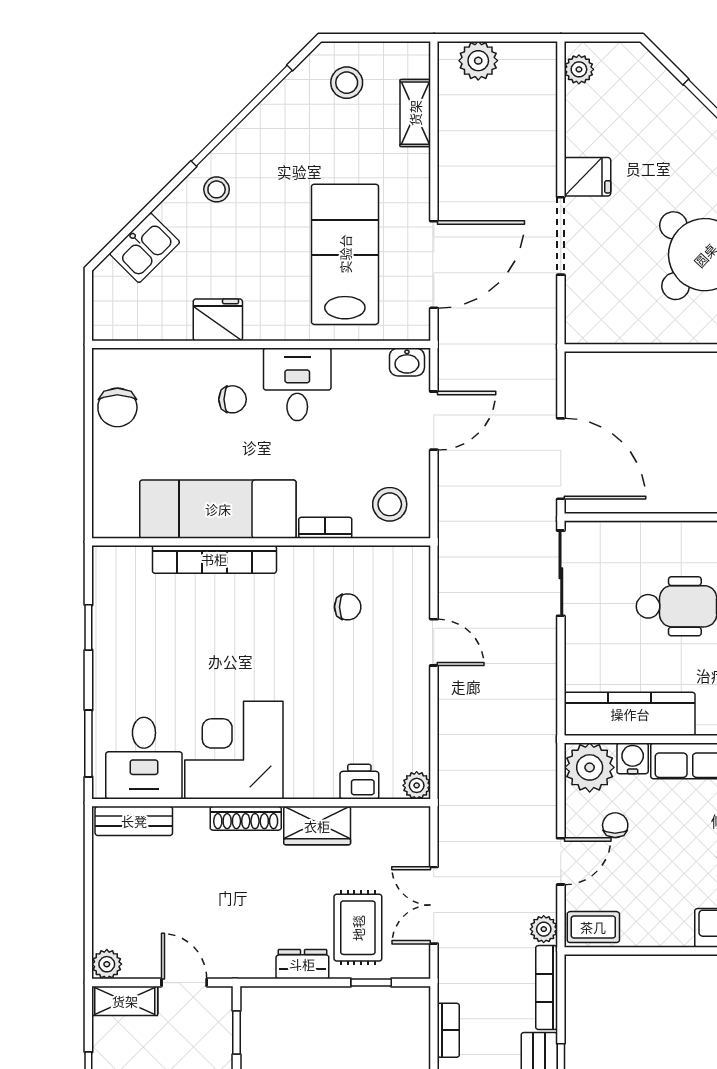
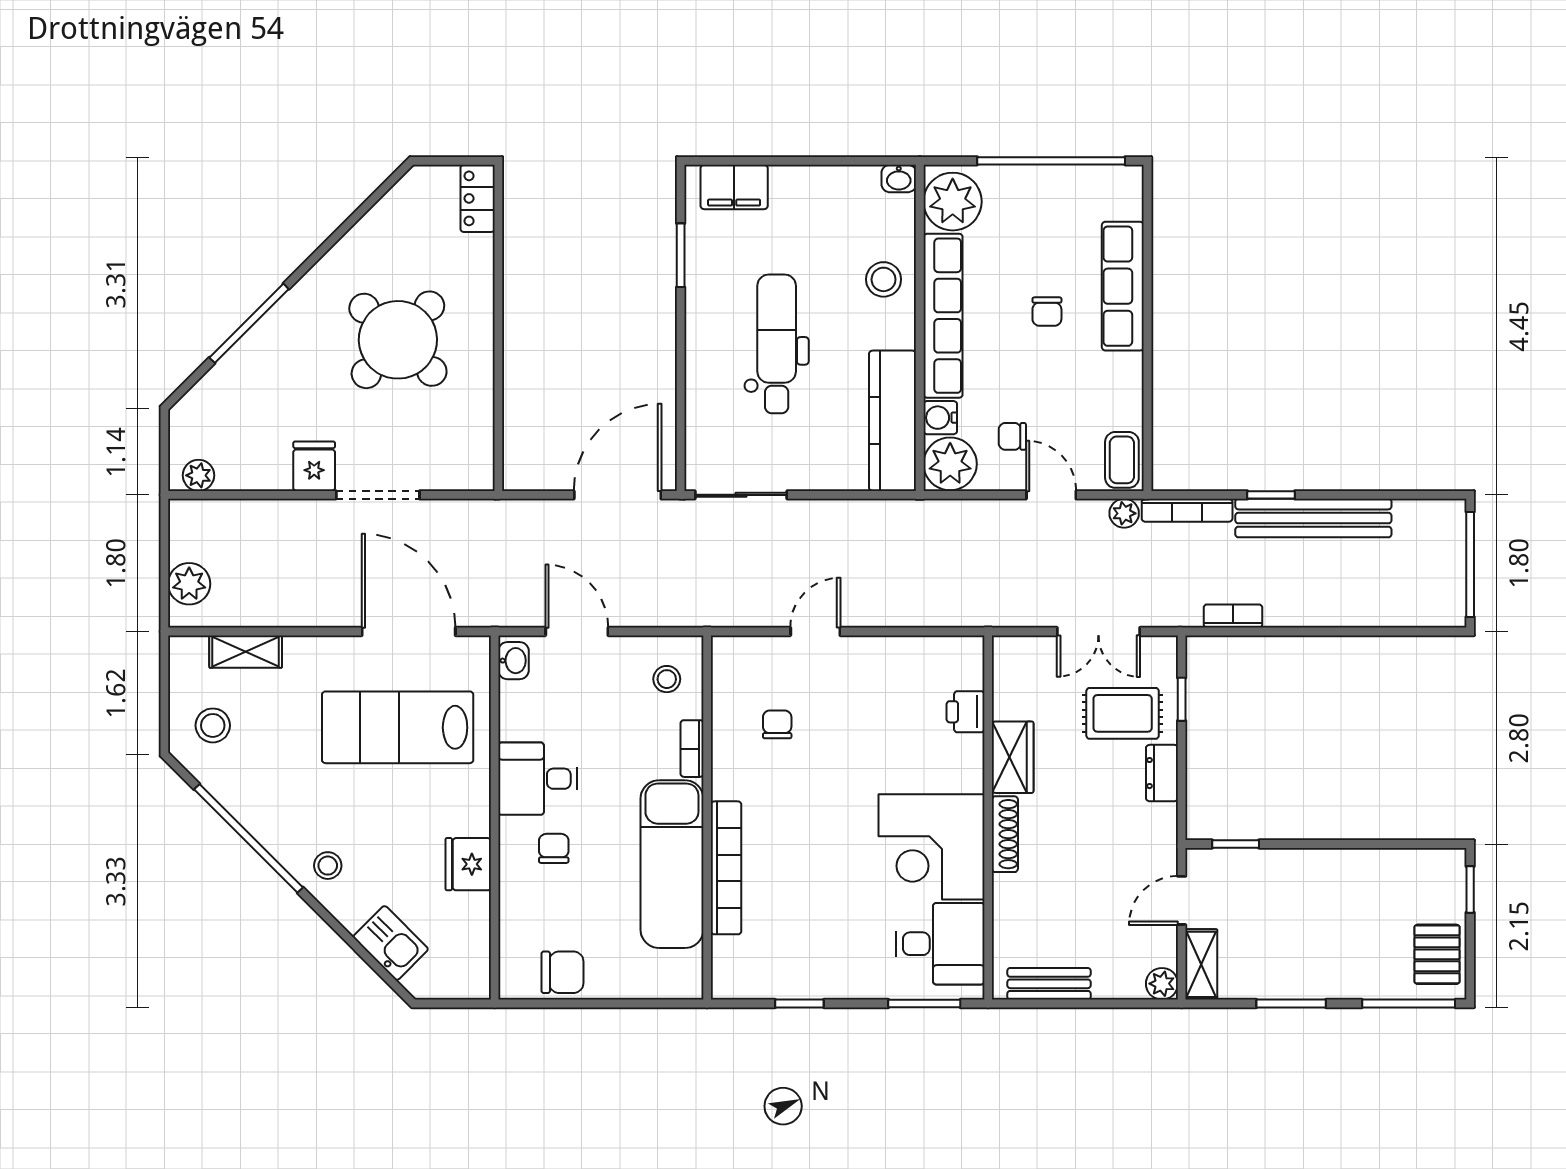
stool: (390, 504) -> (667, 679), width x0.73, depth x0.73
plant: (417, 785) -> (969, 650), removed
bench: (134, 821) -> (1049, 984), moved, turned 90

